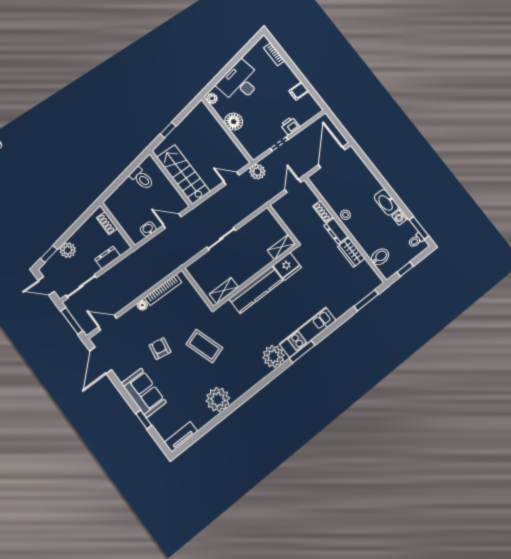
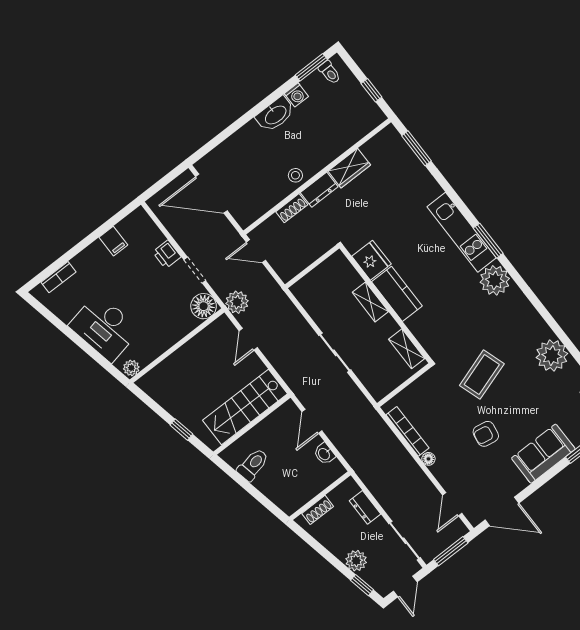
floor lamp: (234, 122) -> (204, 306), moved
shelving: (281, 247) -> (370, 302), moved
bidet: (380, 257) -> (355, 126), removed
kitchen counter: (256, 290) -> (397, 294), width x0.67

